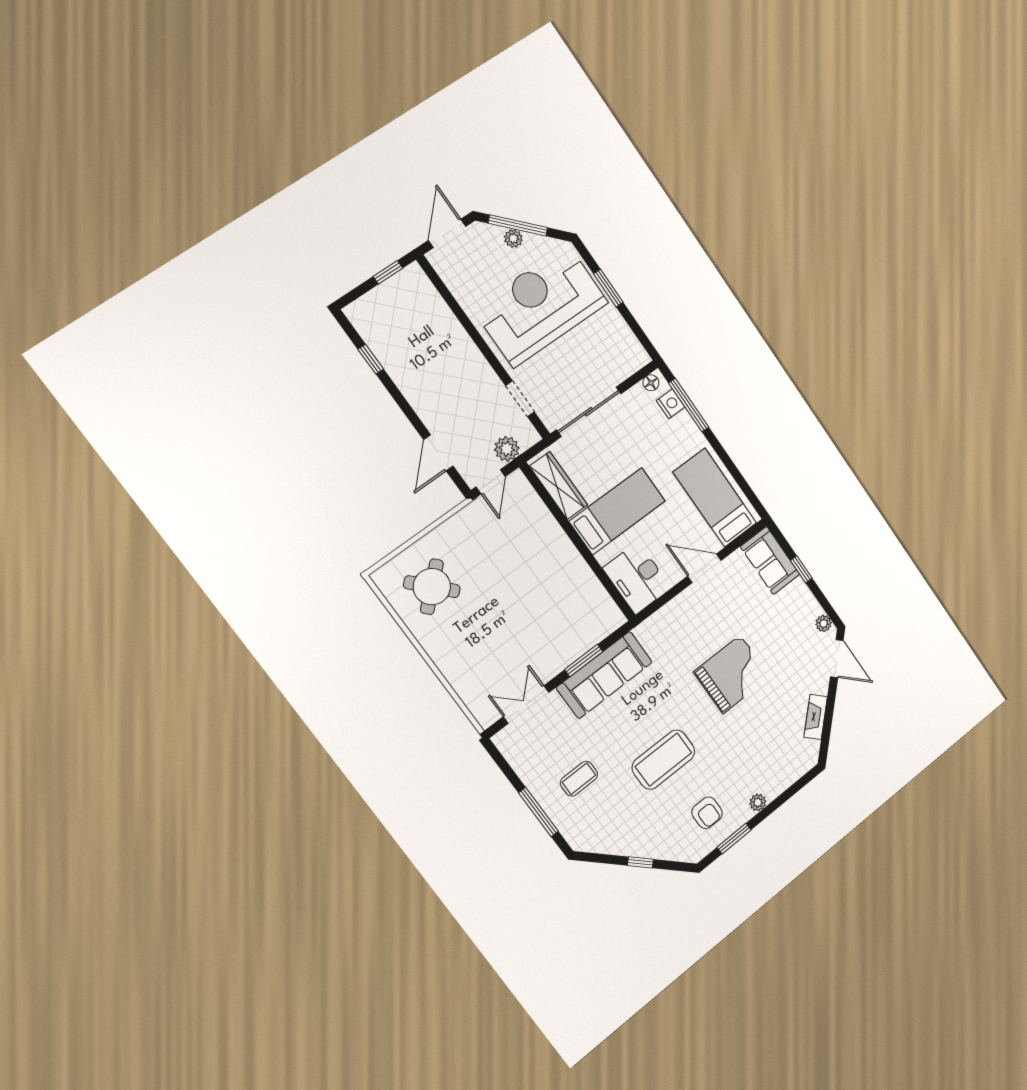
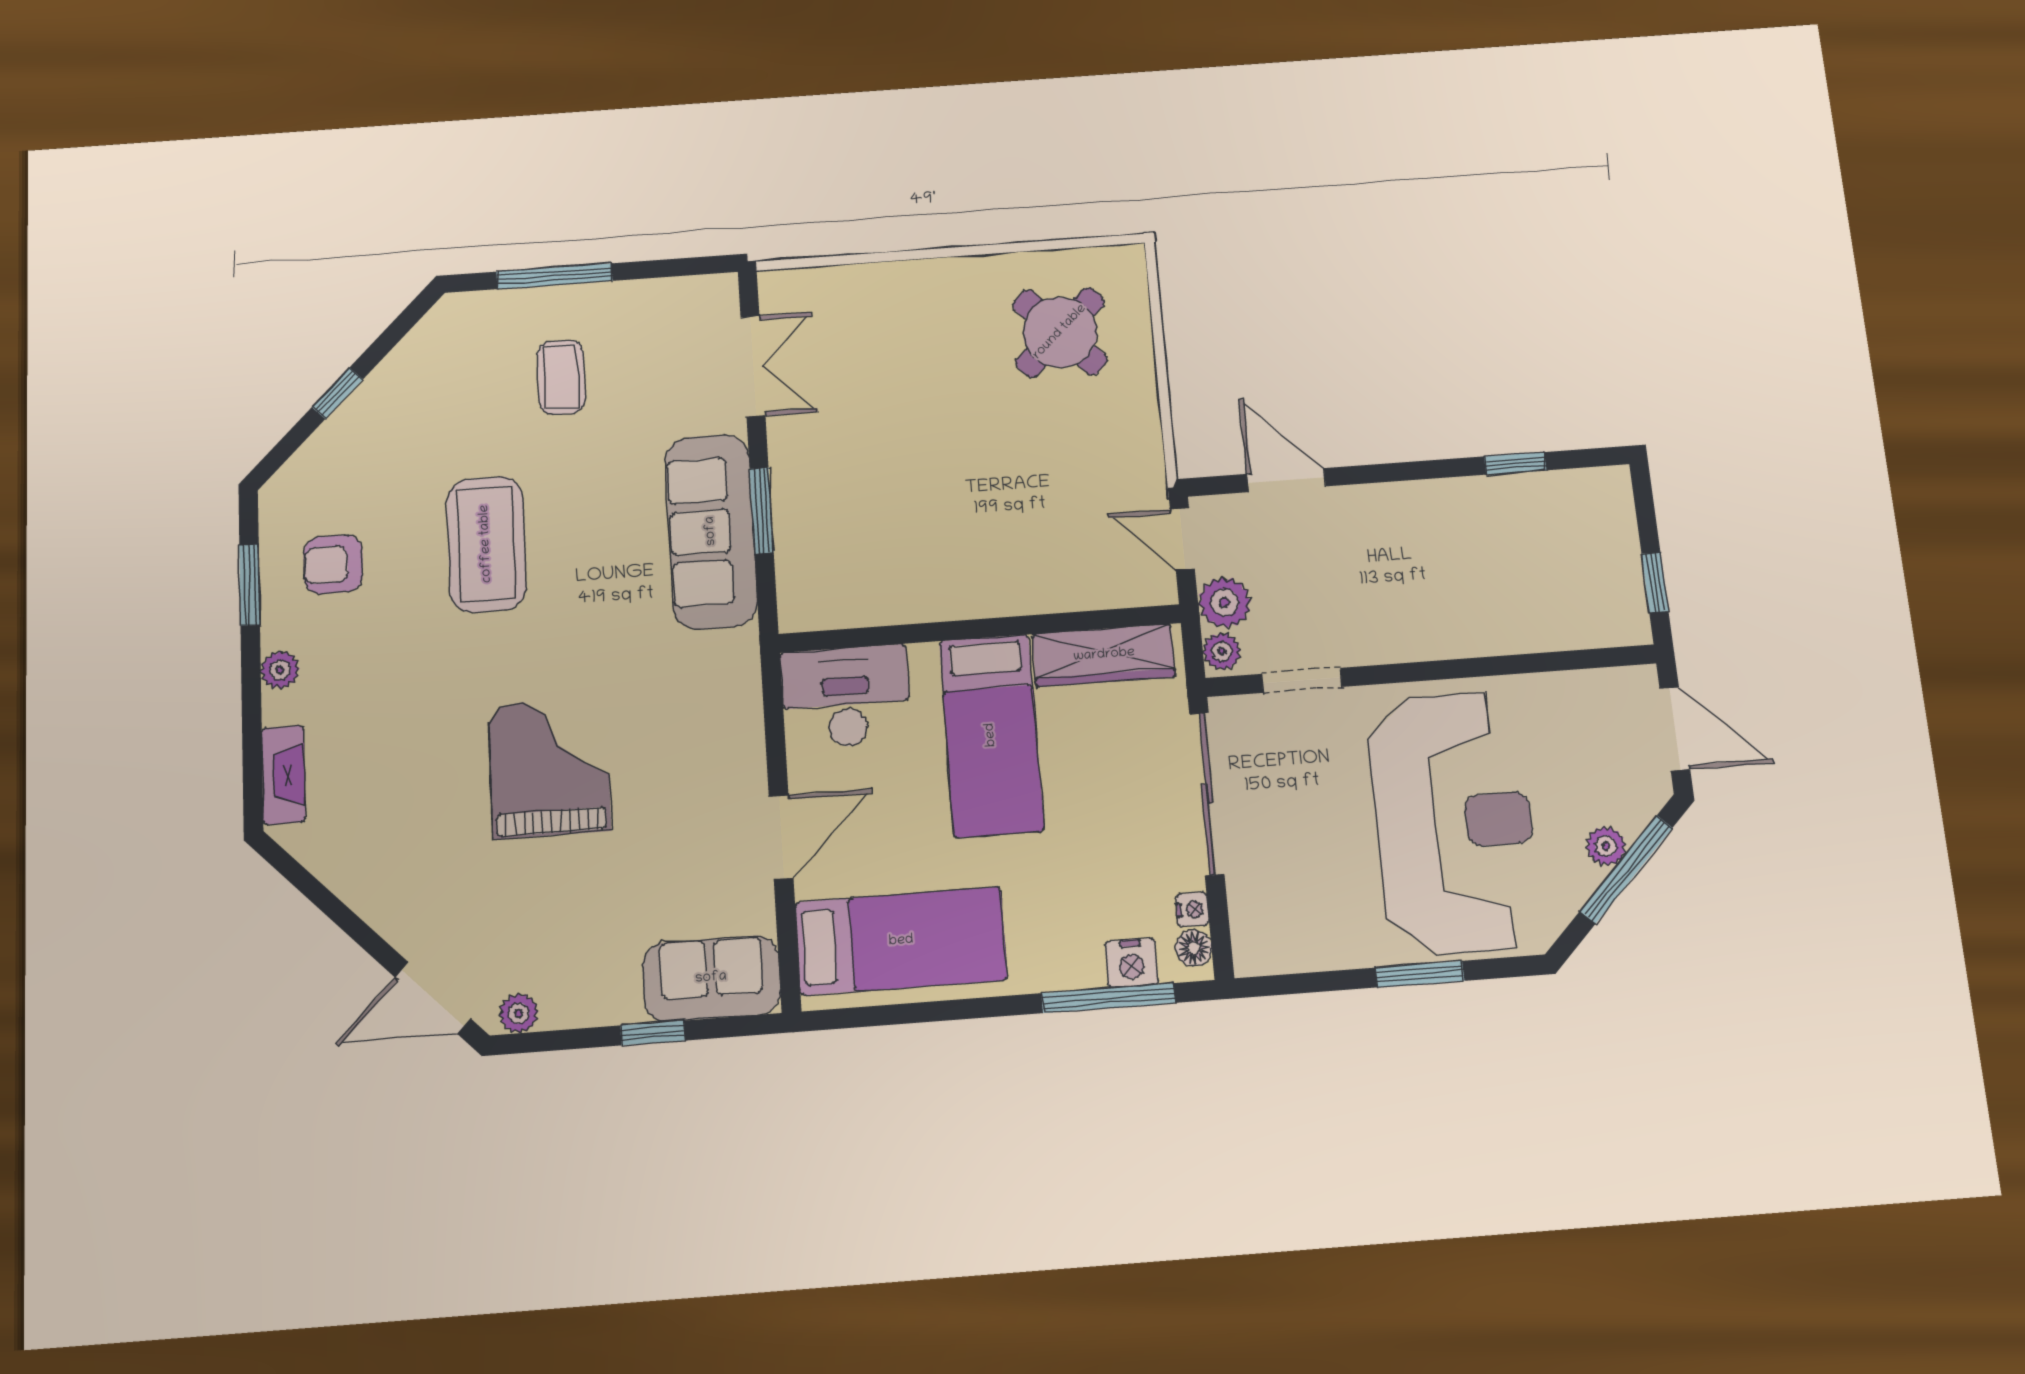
nightstand: (637, 392) -> (1192, 910), added
plant: (528, 438) -> (1222, 651), added
grand piano: (732, 674) -> (549, 767), turned 180
fireplace: (816, 717) -> (283, 775), moved, turned 45

